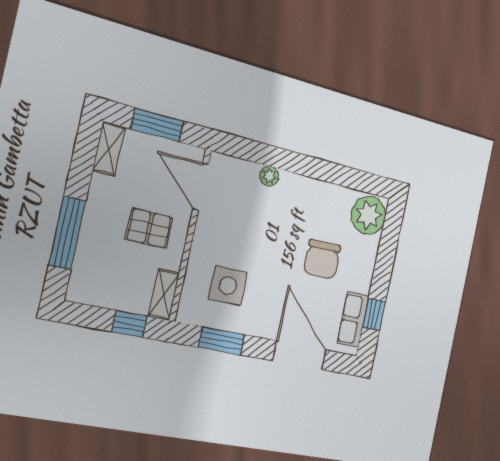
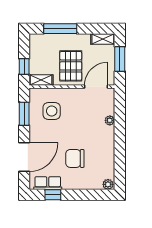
plant: (369, 215) -> (108, 184), width x0.53, depth x0.53
pallet: (149, 228) -> (71, 66), width x1.50, depth x1.42

